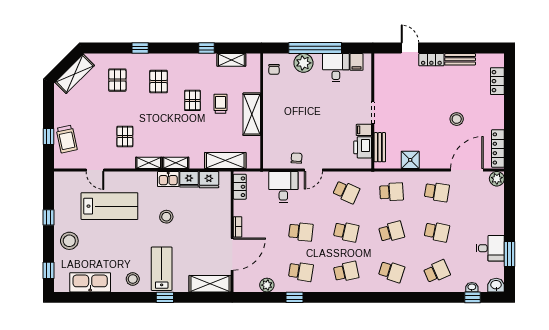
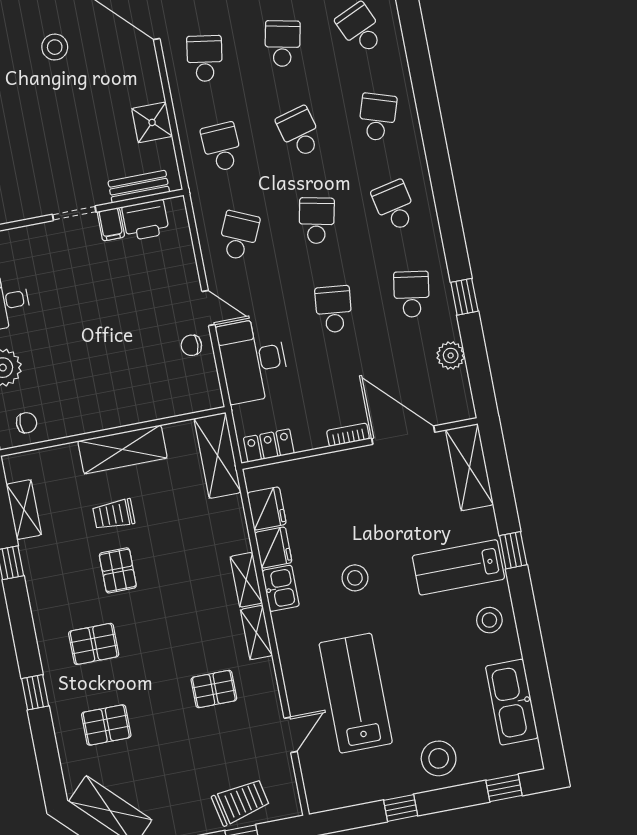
pallet: (192, 100) -> (118, 570), turned 90
shelving: (225, 161) -> (217, 455), moved
desk: (283, 187) -> (253, 360), width x1.37

